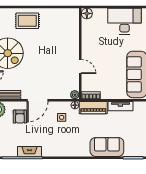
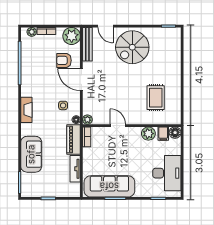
rug: (27, 21) -> (156, 98), moved
filing cabinet: (88, 25) -> (163, 134), added
plant: (88, 38) -> (148, 134), added
door: (80, 67) -> (118, 126), swing flipped
fireplace: (30, 152) -> (26, 110), moved

